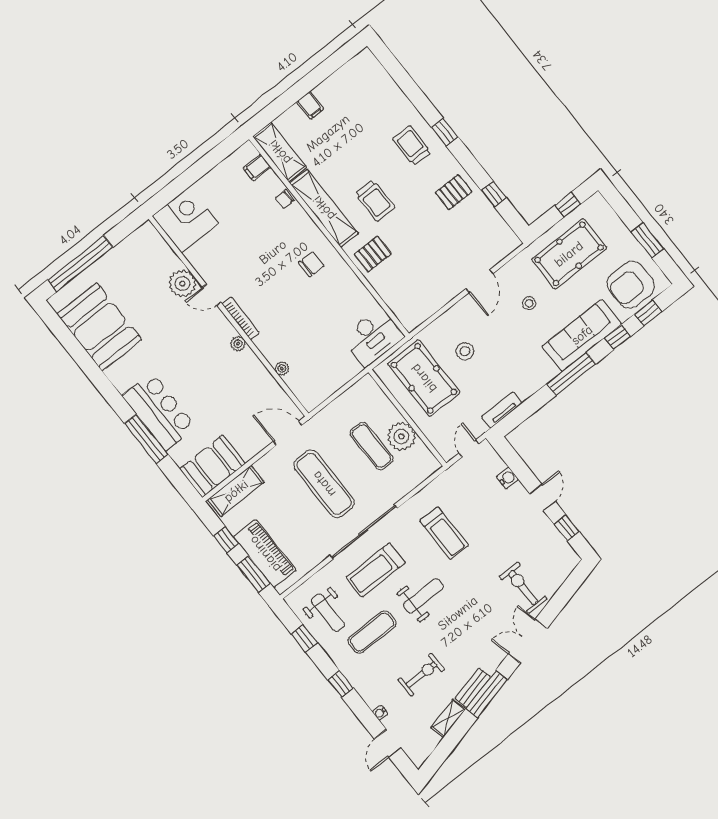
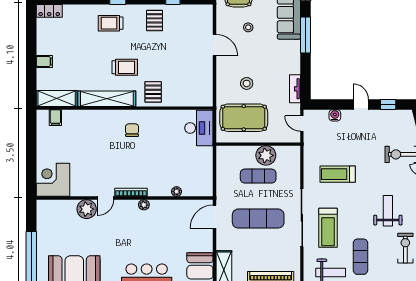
locker: (371, 66) -> (49, 11), added
chair: (285, 199) -> (85, 116), removed
treadmill: (444, 533) -> (338, 174), turned 180
weight bench: (423, 596) -> (388, 211), moved

